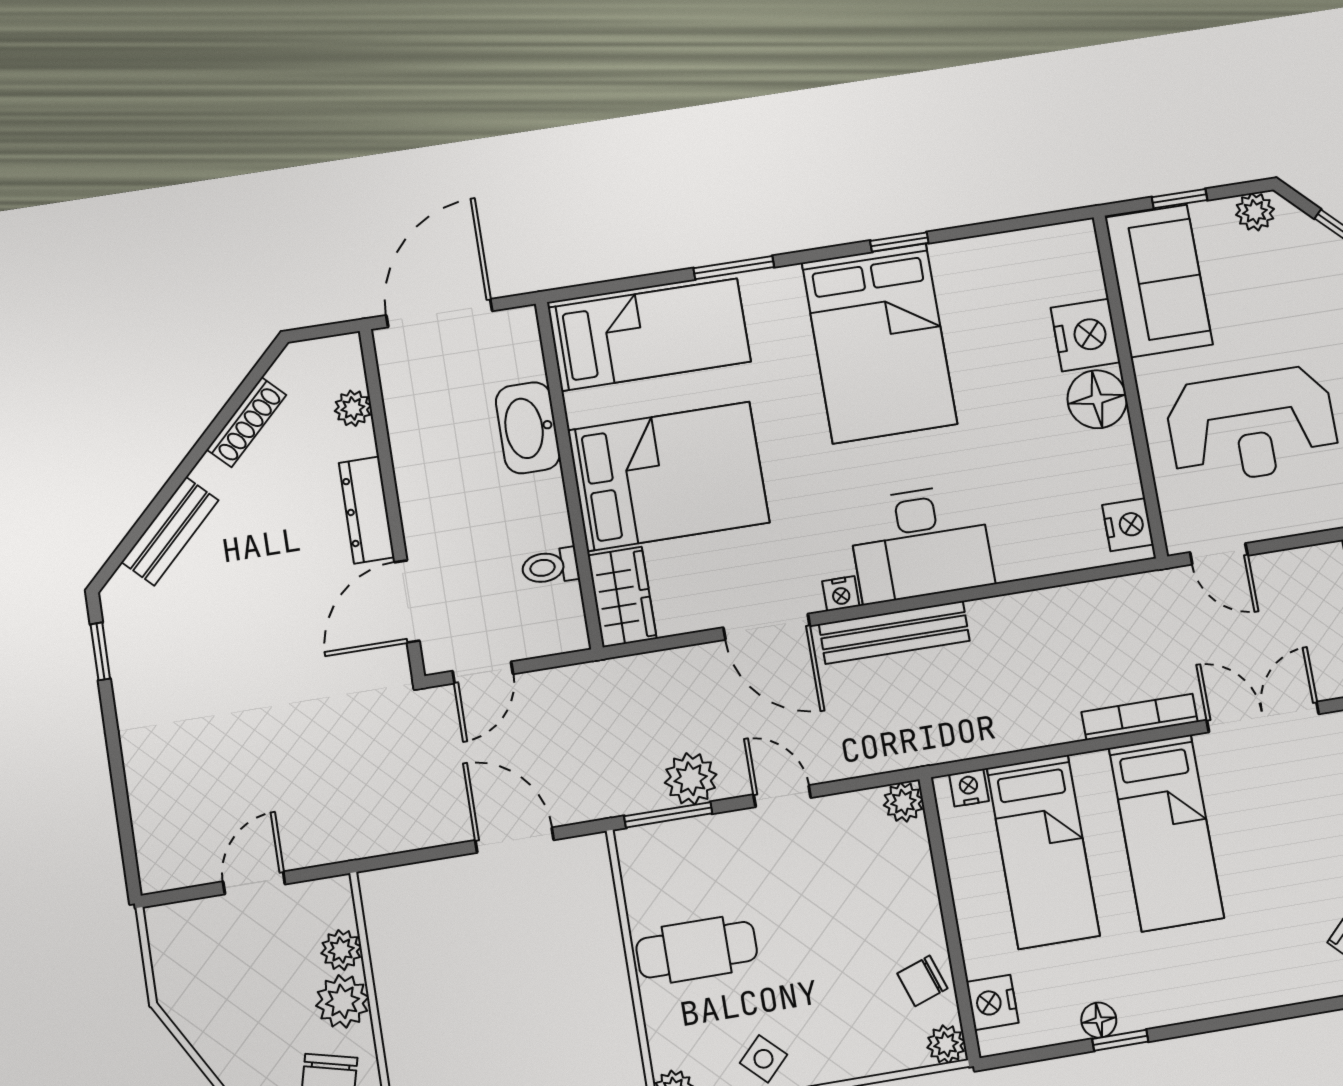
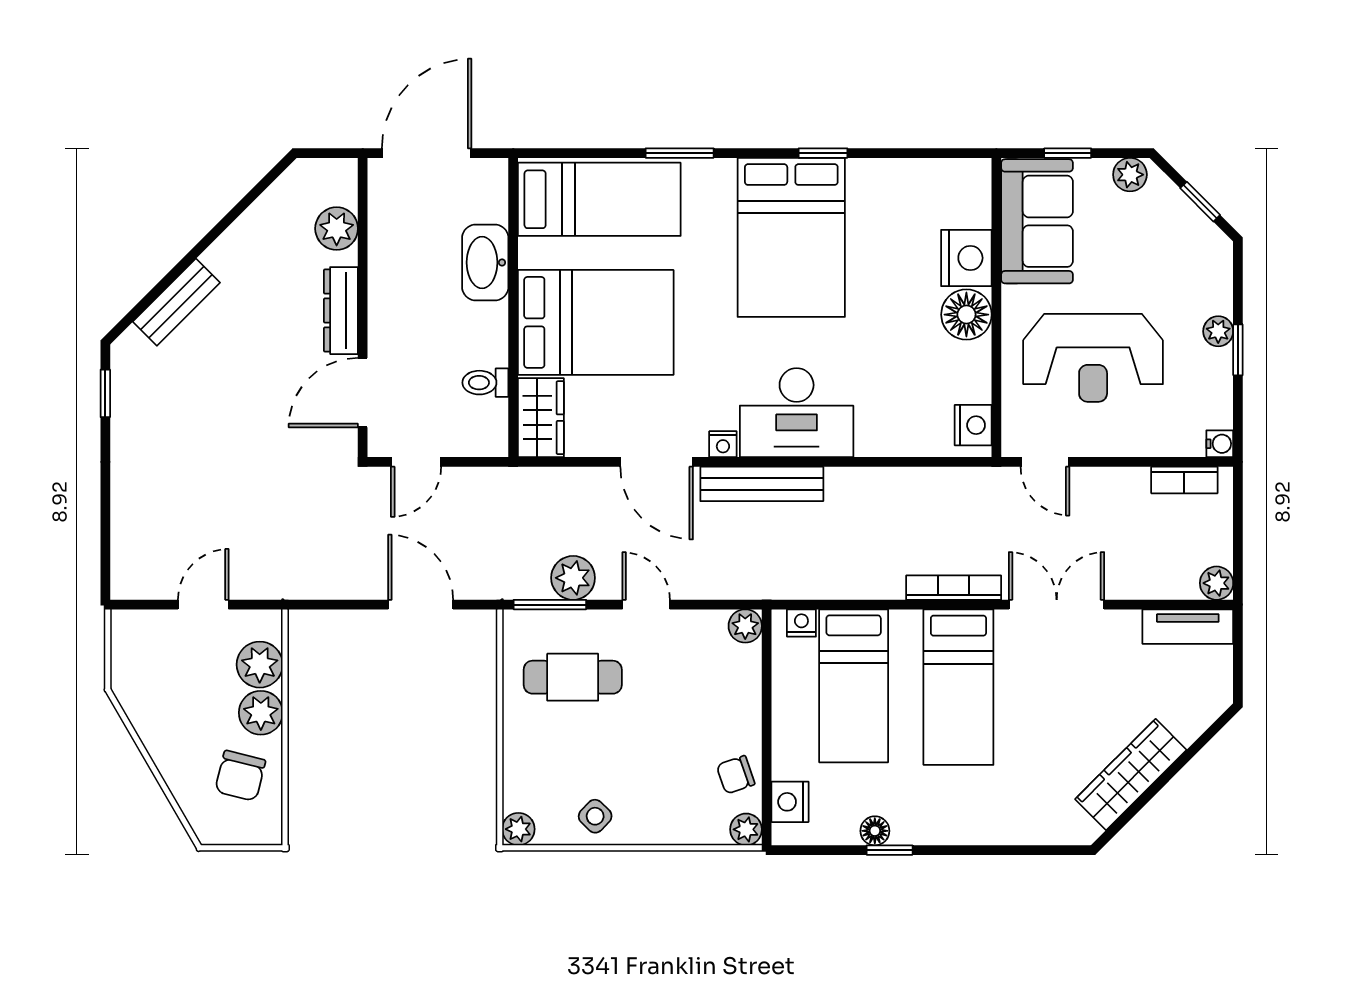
plant: (353, 408) -> (337, 229), width x1.38, depth x1.38
shoe rack: (246, 422) -> (253, 220), removed
plant: (341, 950) -> (260, 665), width x1.38, depth x1.38
cafe table: (697, 950) -> (573, 677), moved

